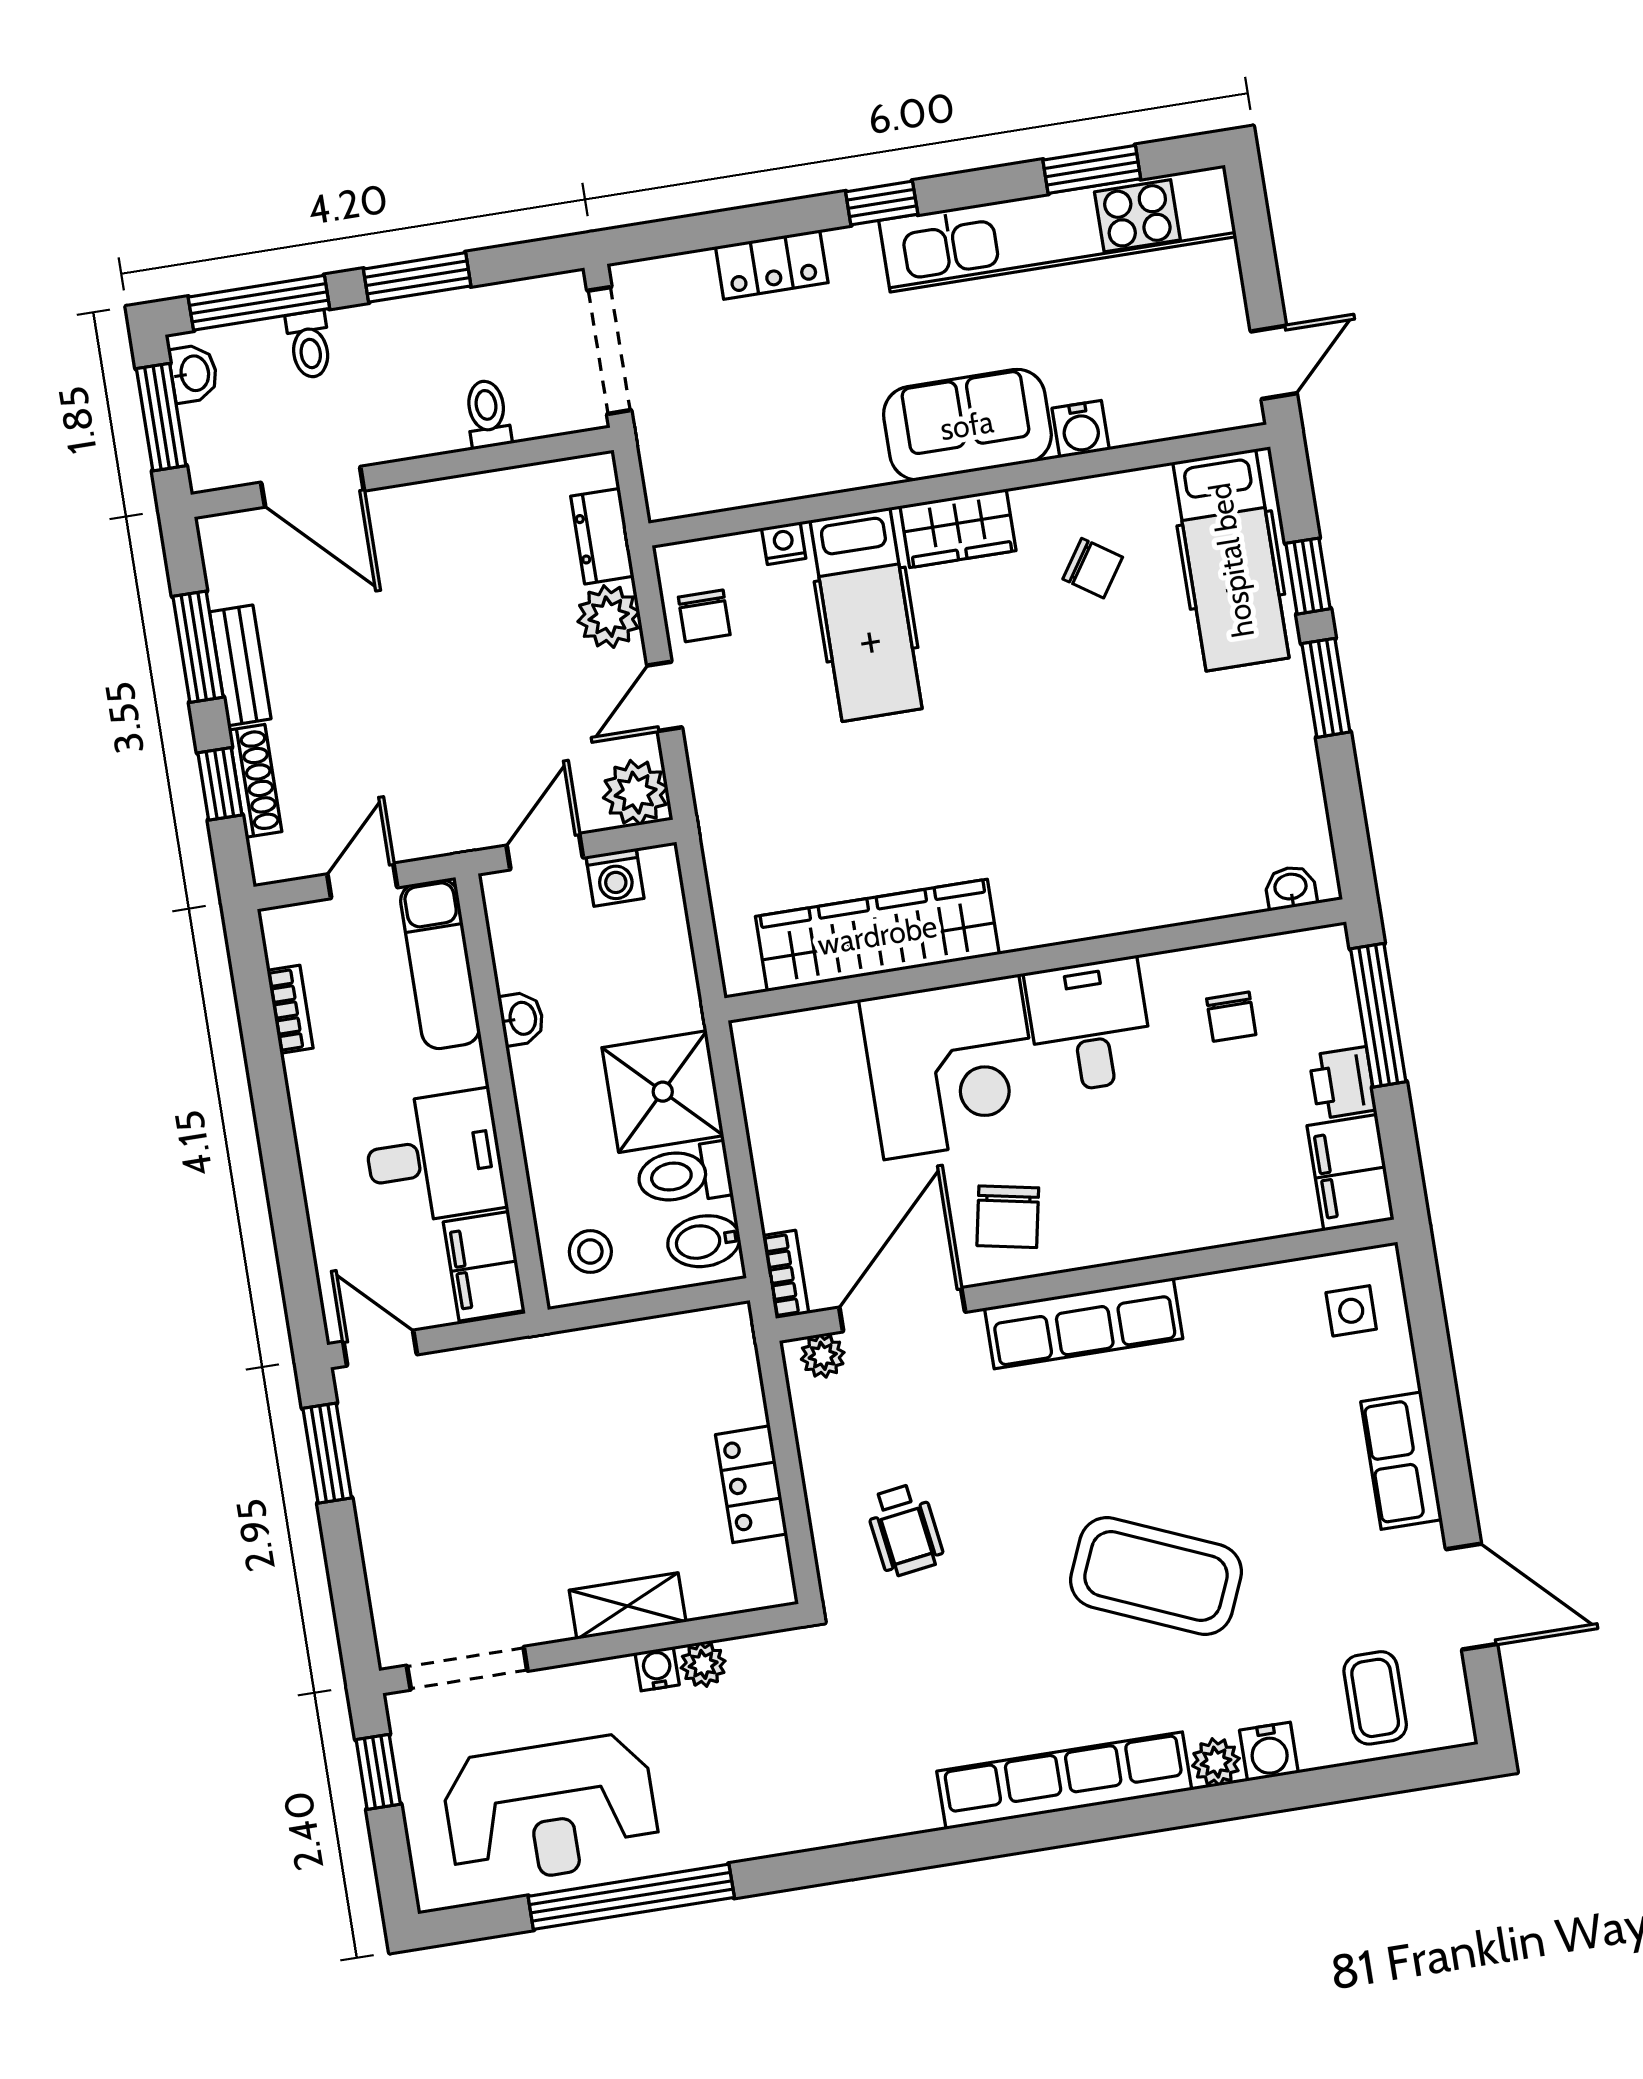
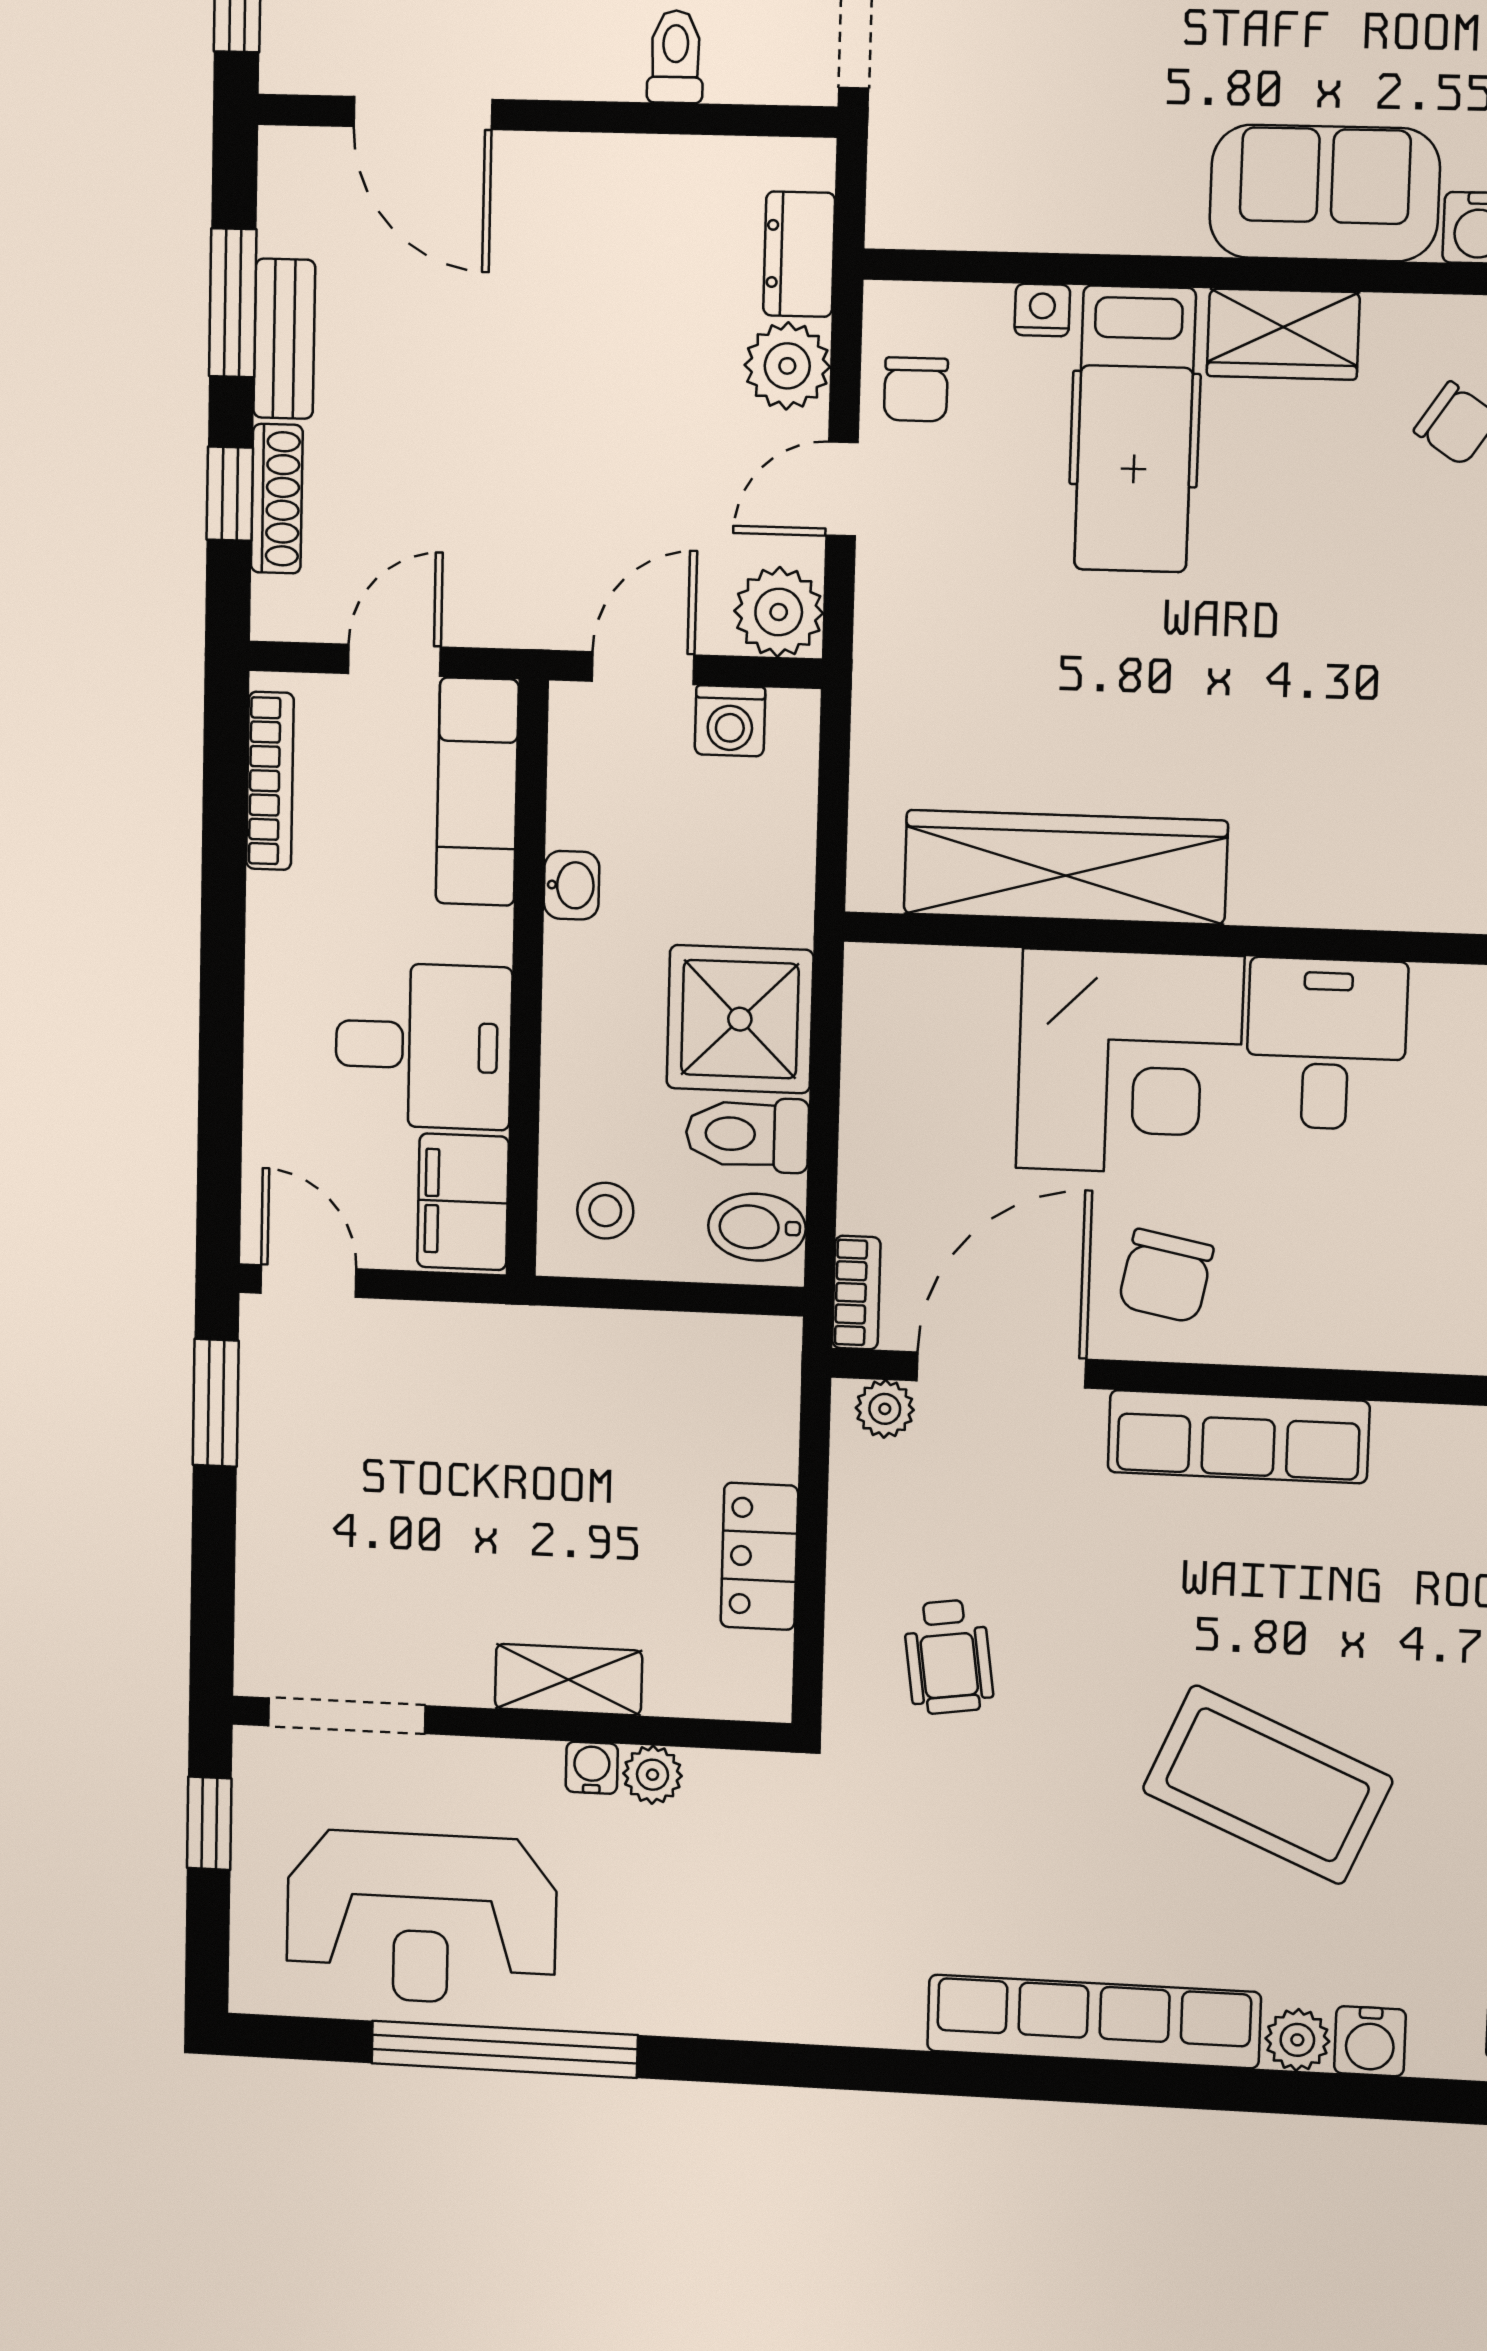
bookcase: (290, 1009) -> (270, 781), width x1.56

